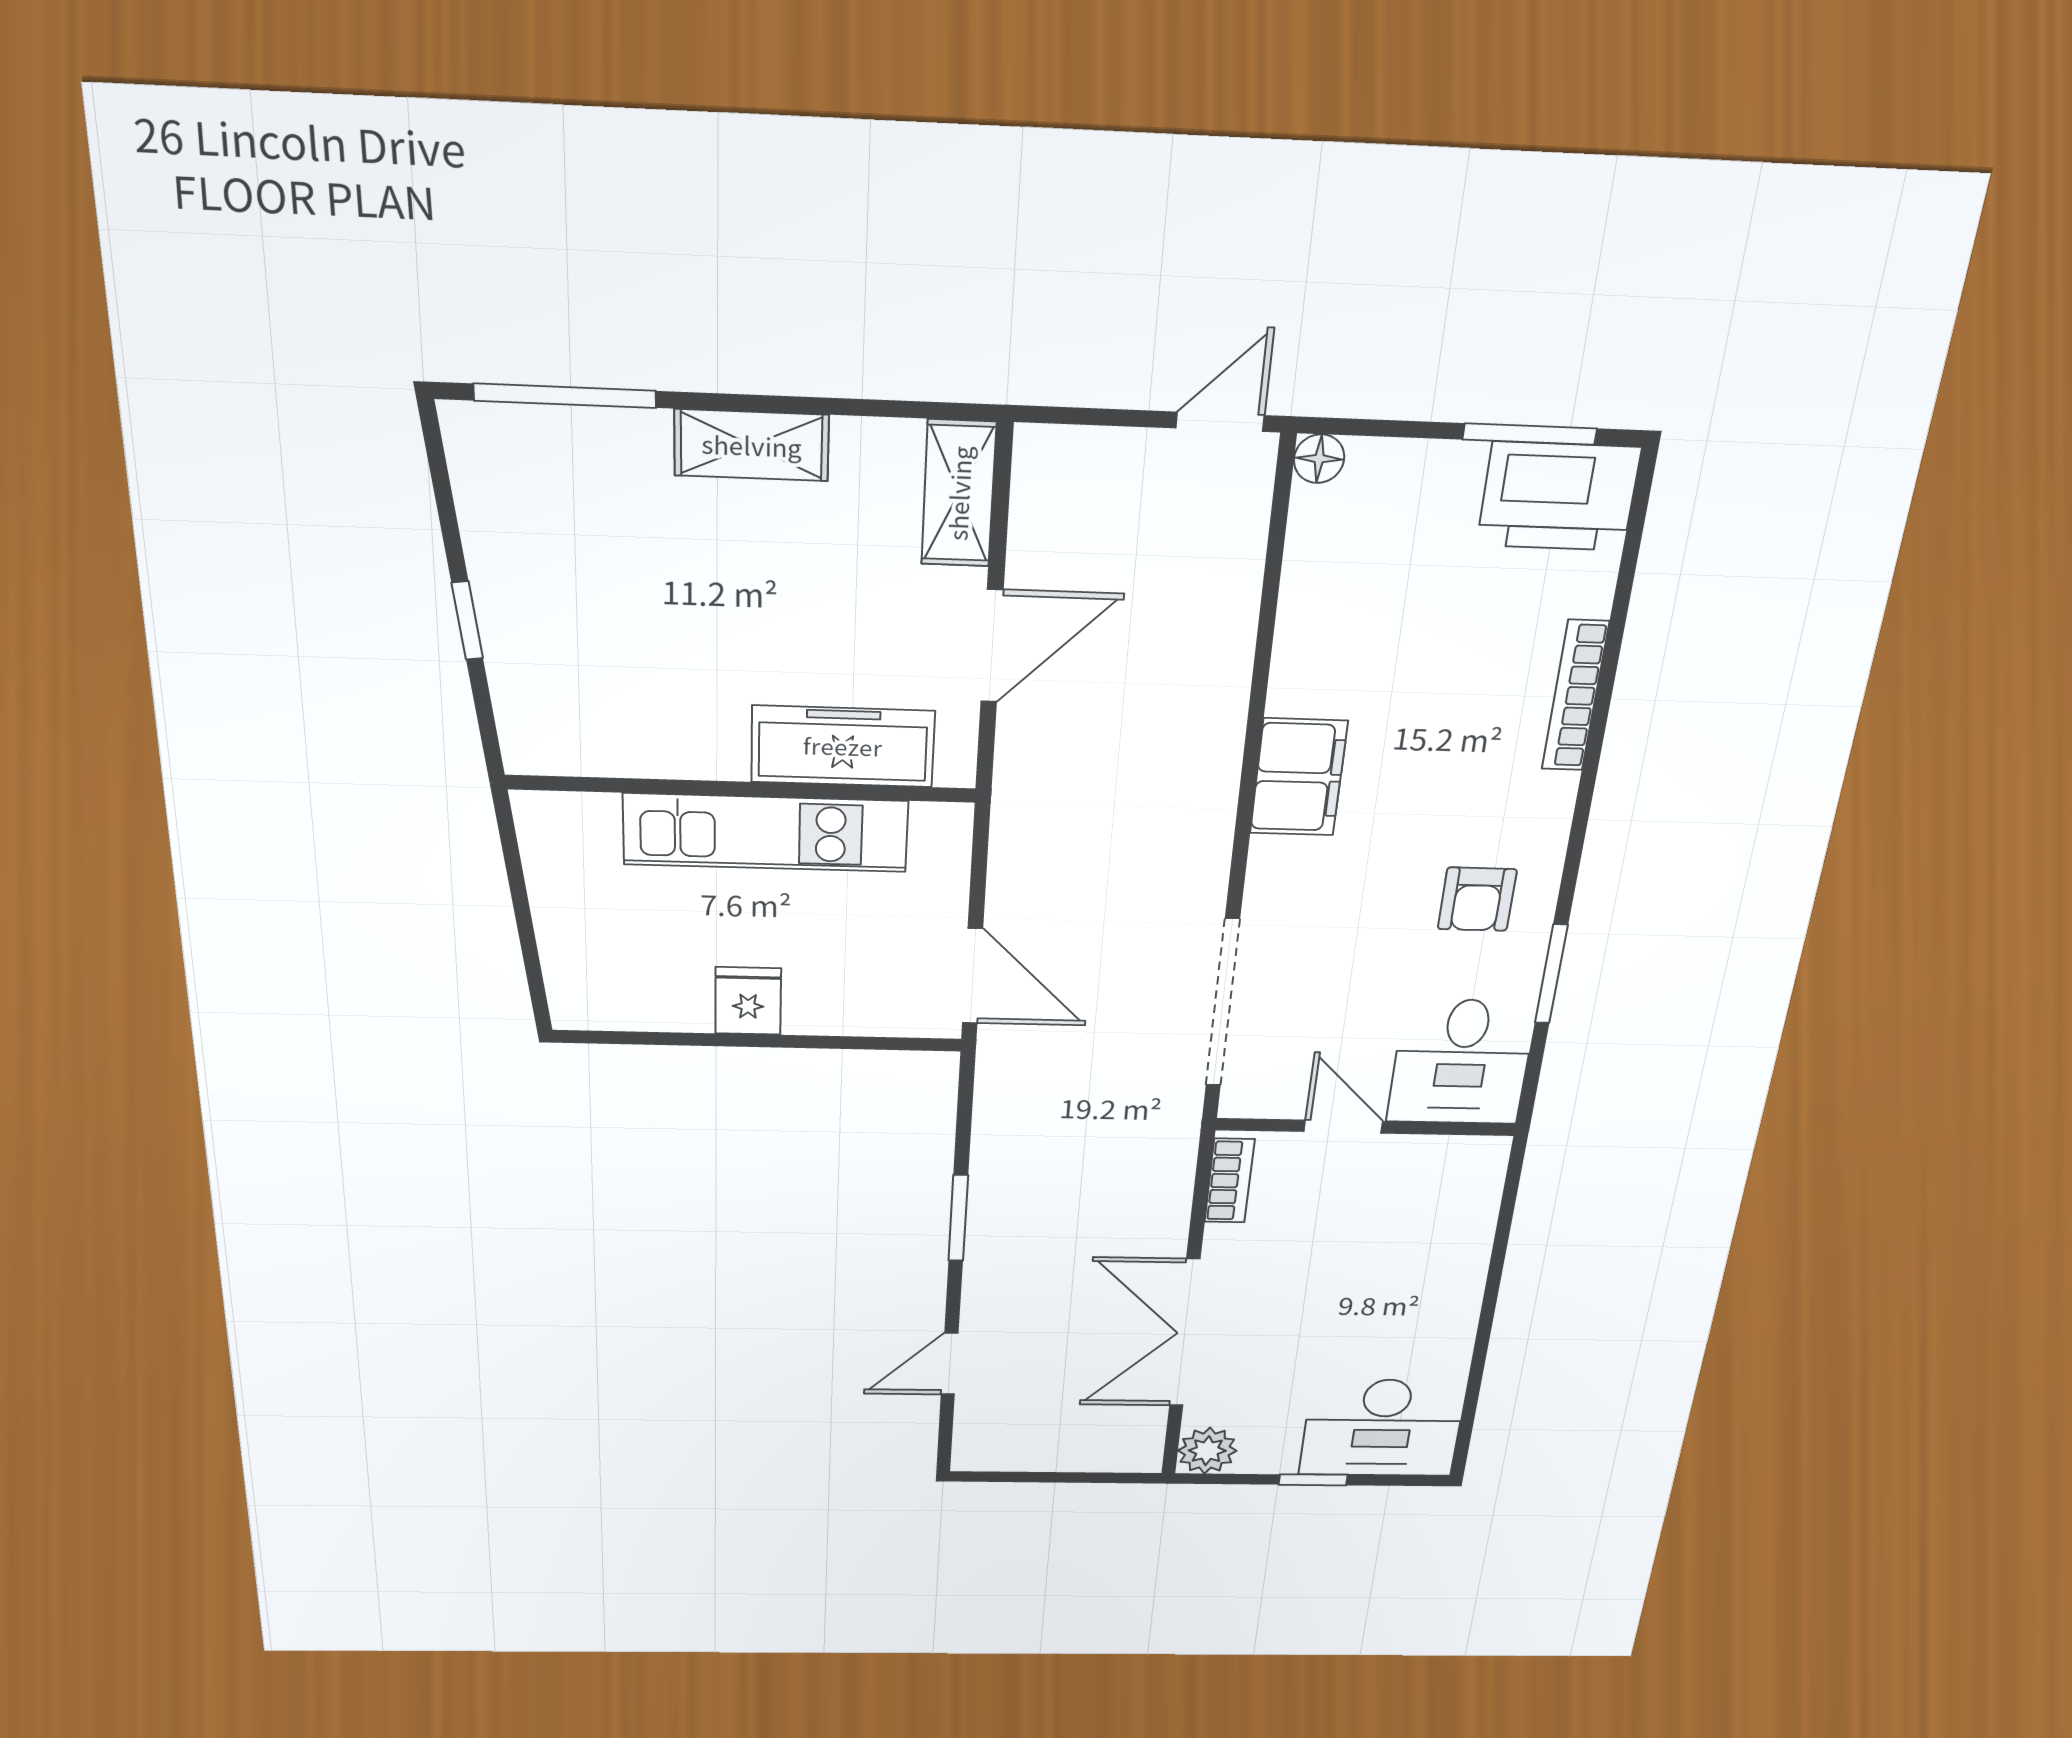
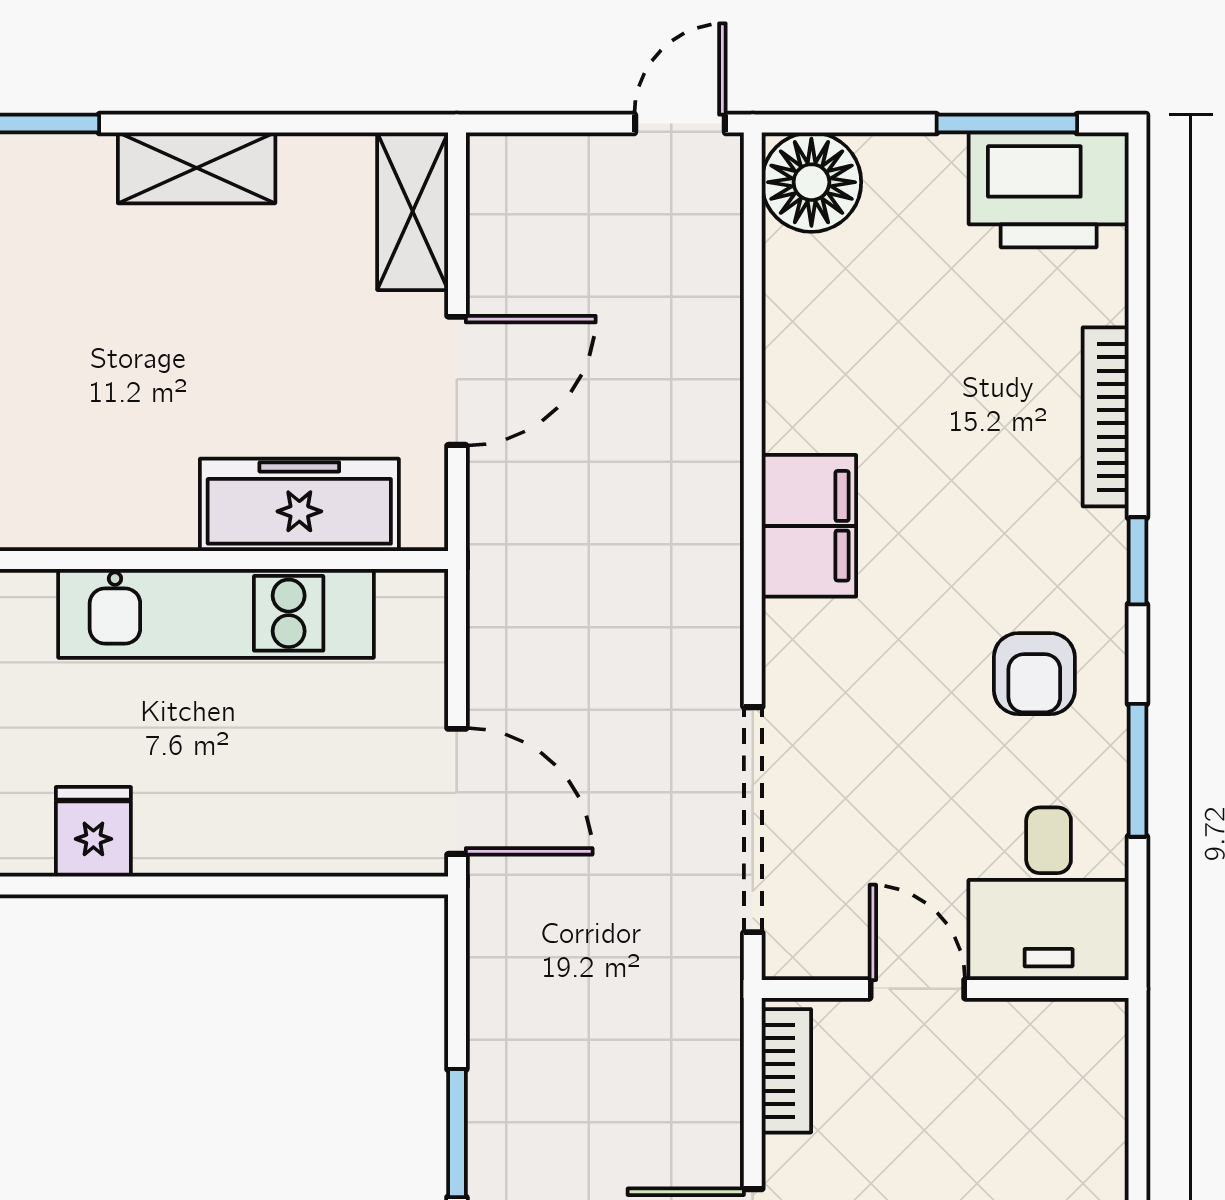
floor lamp: (1319, 459) -> (811, 182), width x1.89, depth x1.89
window: (1581, 814) -> (1137, 561), added
fridge: (748, 1001) -> (93, 832), moved

